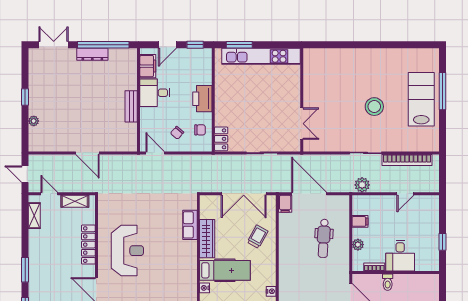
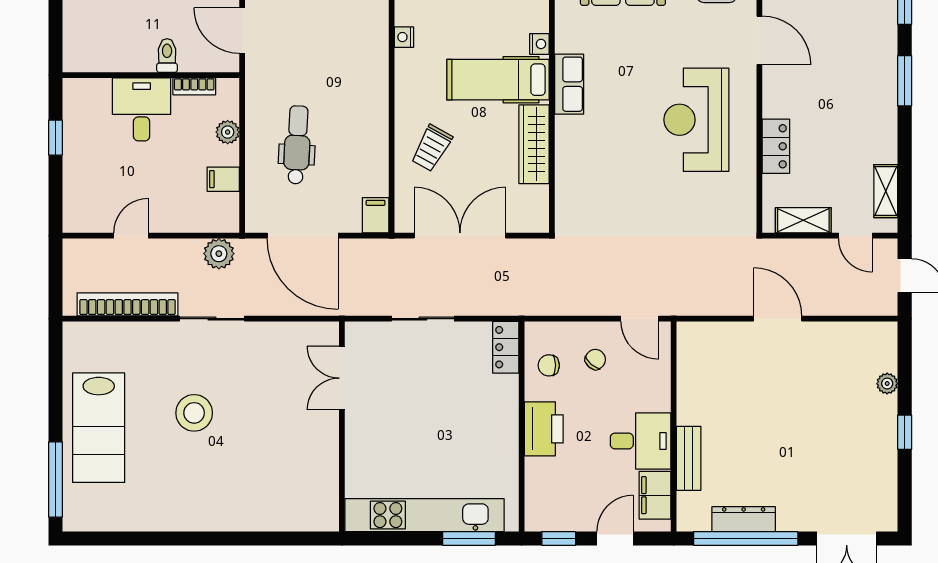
dresser: (92, 54) -> (744, 519), moved
window: (442, 91) -> (56, 479), moved
bench: (131, 106) -> (689, 458), moved
door: (309, 194) -> (303, 236), moved
row of seats: (190, 225) -> (569, 84), moved
locker: (88, 245) -> (776, 146), width x0.66

